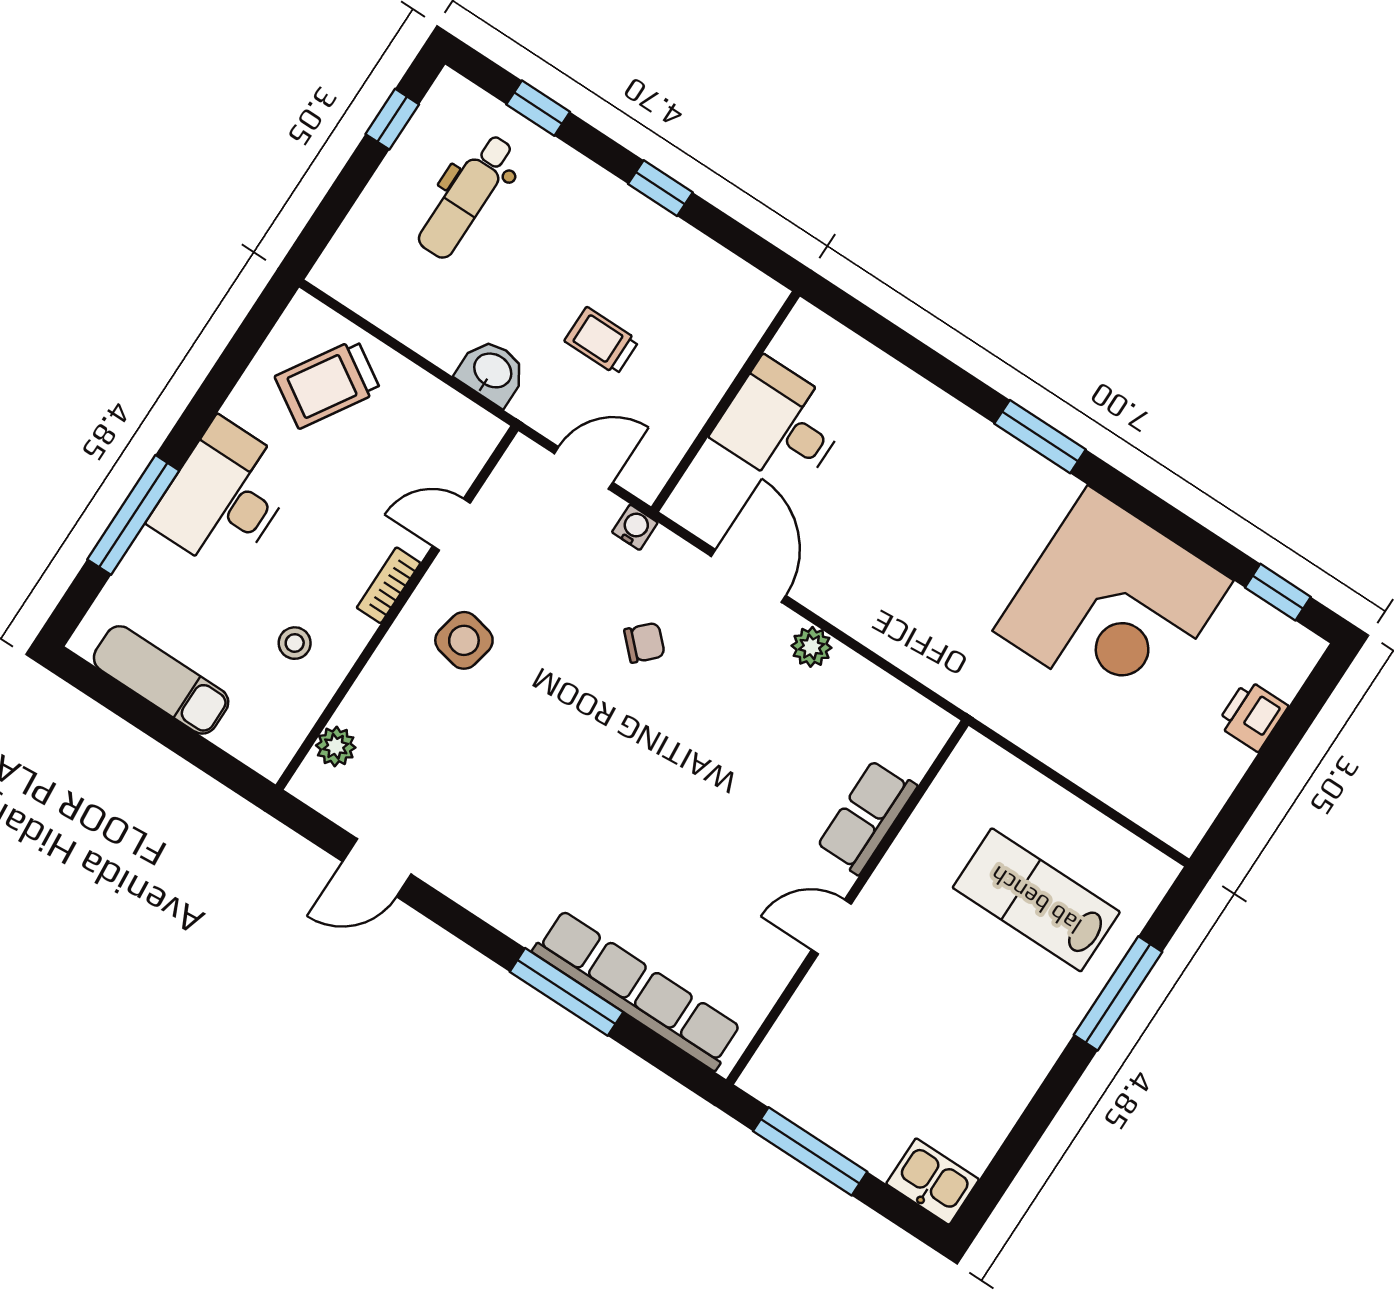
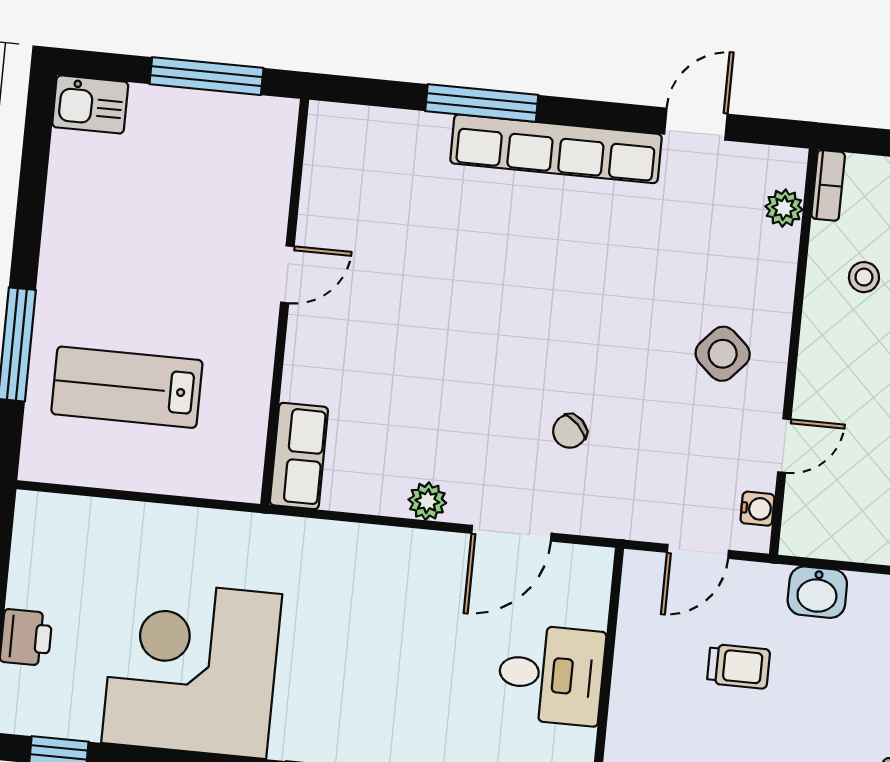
water cooler: (635, 527) -> (757, 509), moved, turned -90
door: (749, 576) -> (512, 533), hinge flipped
bookcase: (389, 585) -> (828, 185), moved
side table: (464, 640) -> (723, 354), turned 30
row of seats: (867, 817) -> (299, 456), moved
lab bench: (1036, 900) -> (127, 387), turned 180
row of seats: (637, 990) -> (556, 149), moved

